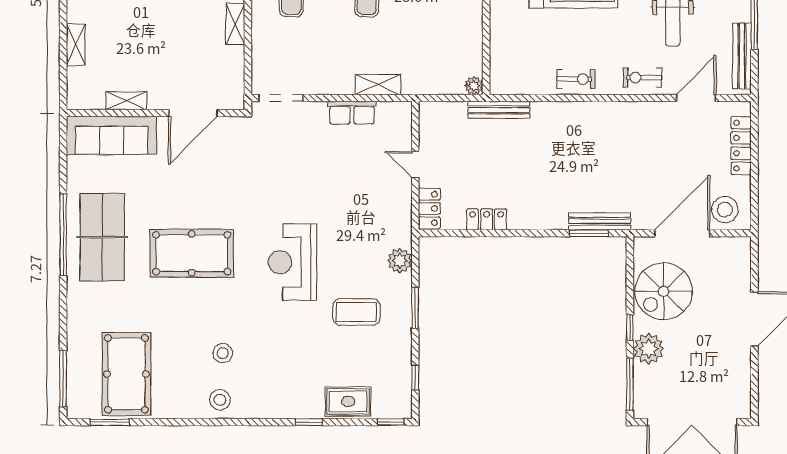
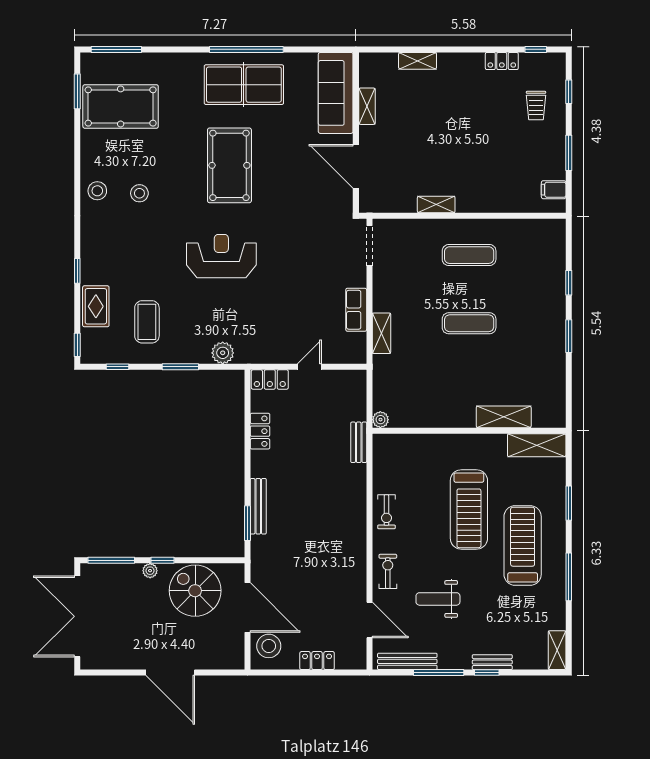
bench: (499, 110) -> (359, 442), width x0.73
locker: (741, 146) -> (317, 661), width x0.66
bench: (599, 221) -> (258, 506), moved
coffee table: (356, 312) -> (147, 322), moved
plant: (649, 349) -> (150, 571), width x0.53, depth x0.53

